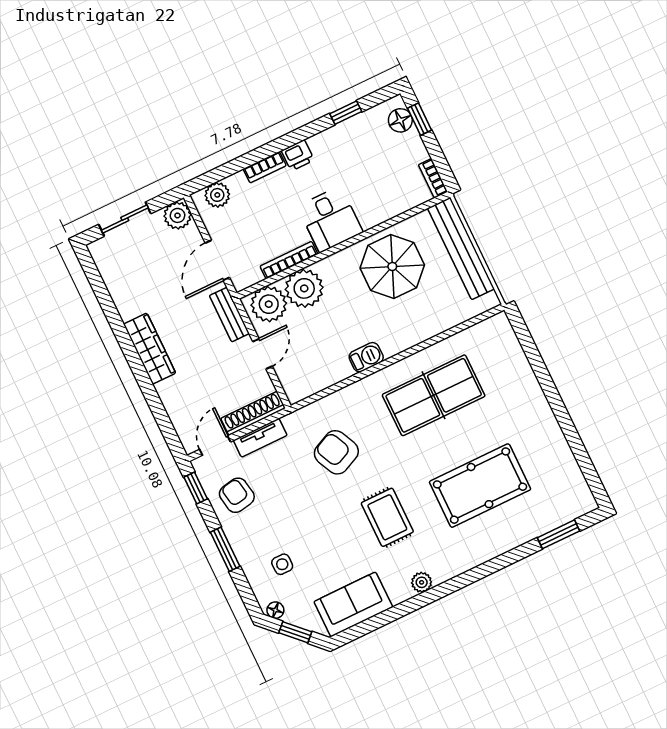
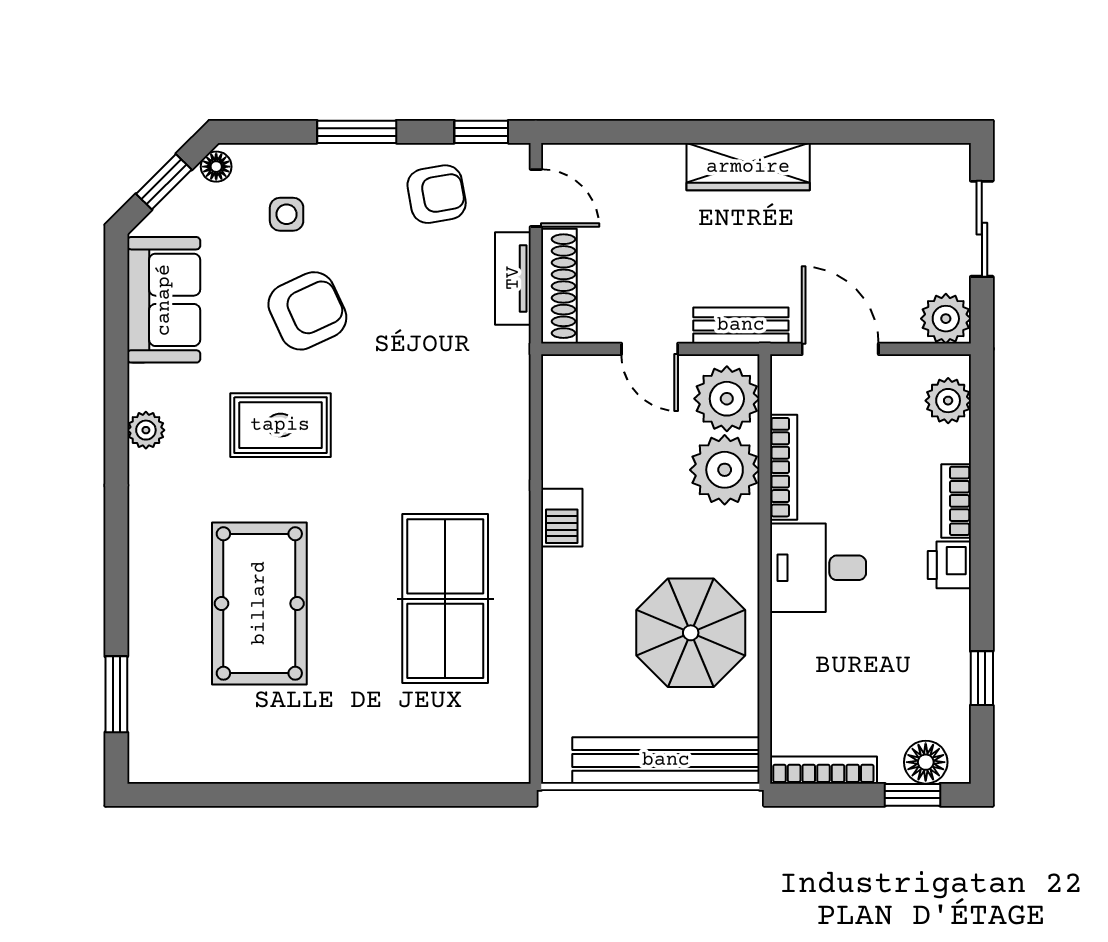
bookcase: (433, 178) -> (823, 770), width x1.56
armchair: (336, 452) -> (307, 311), moved

